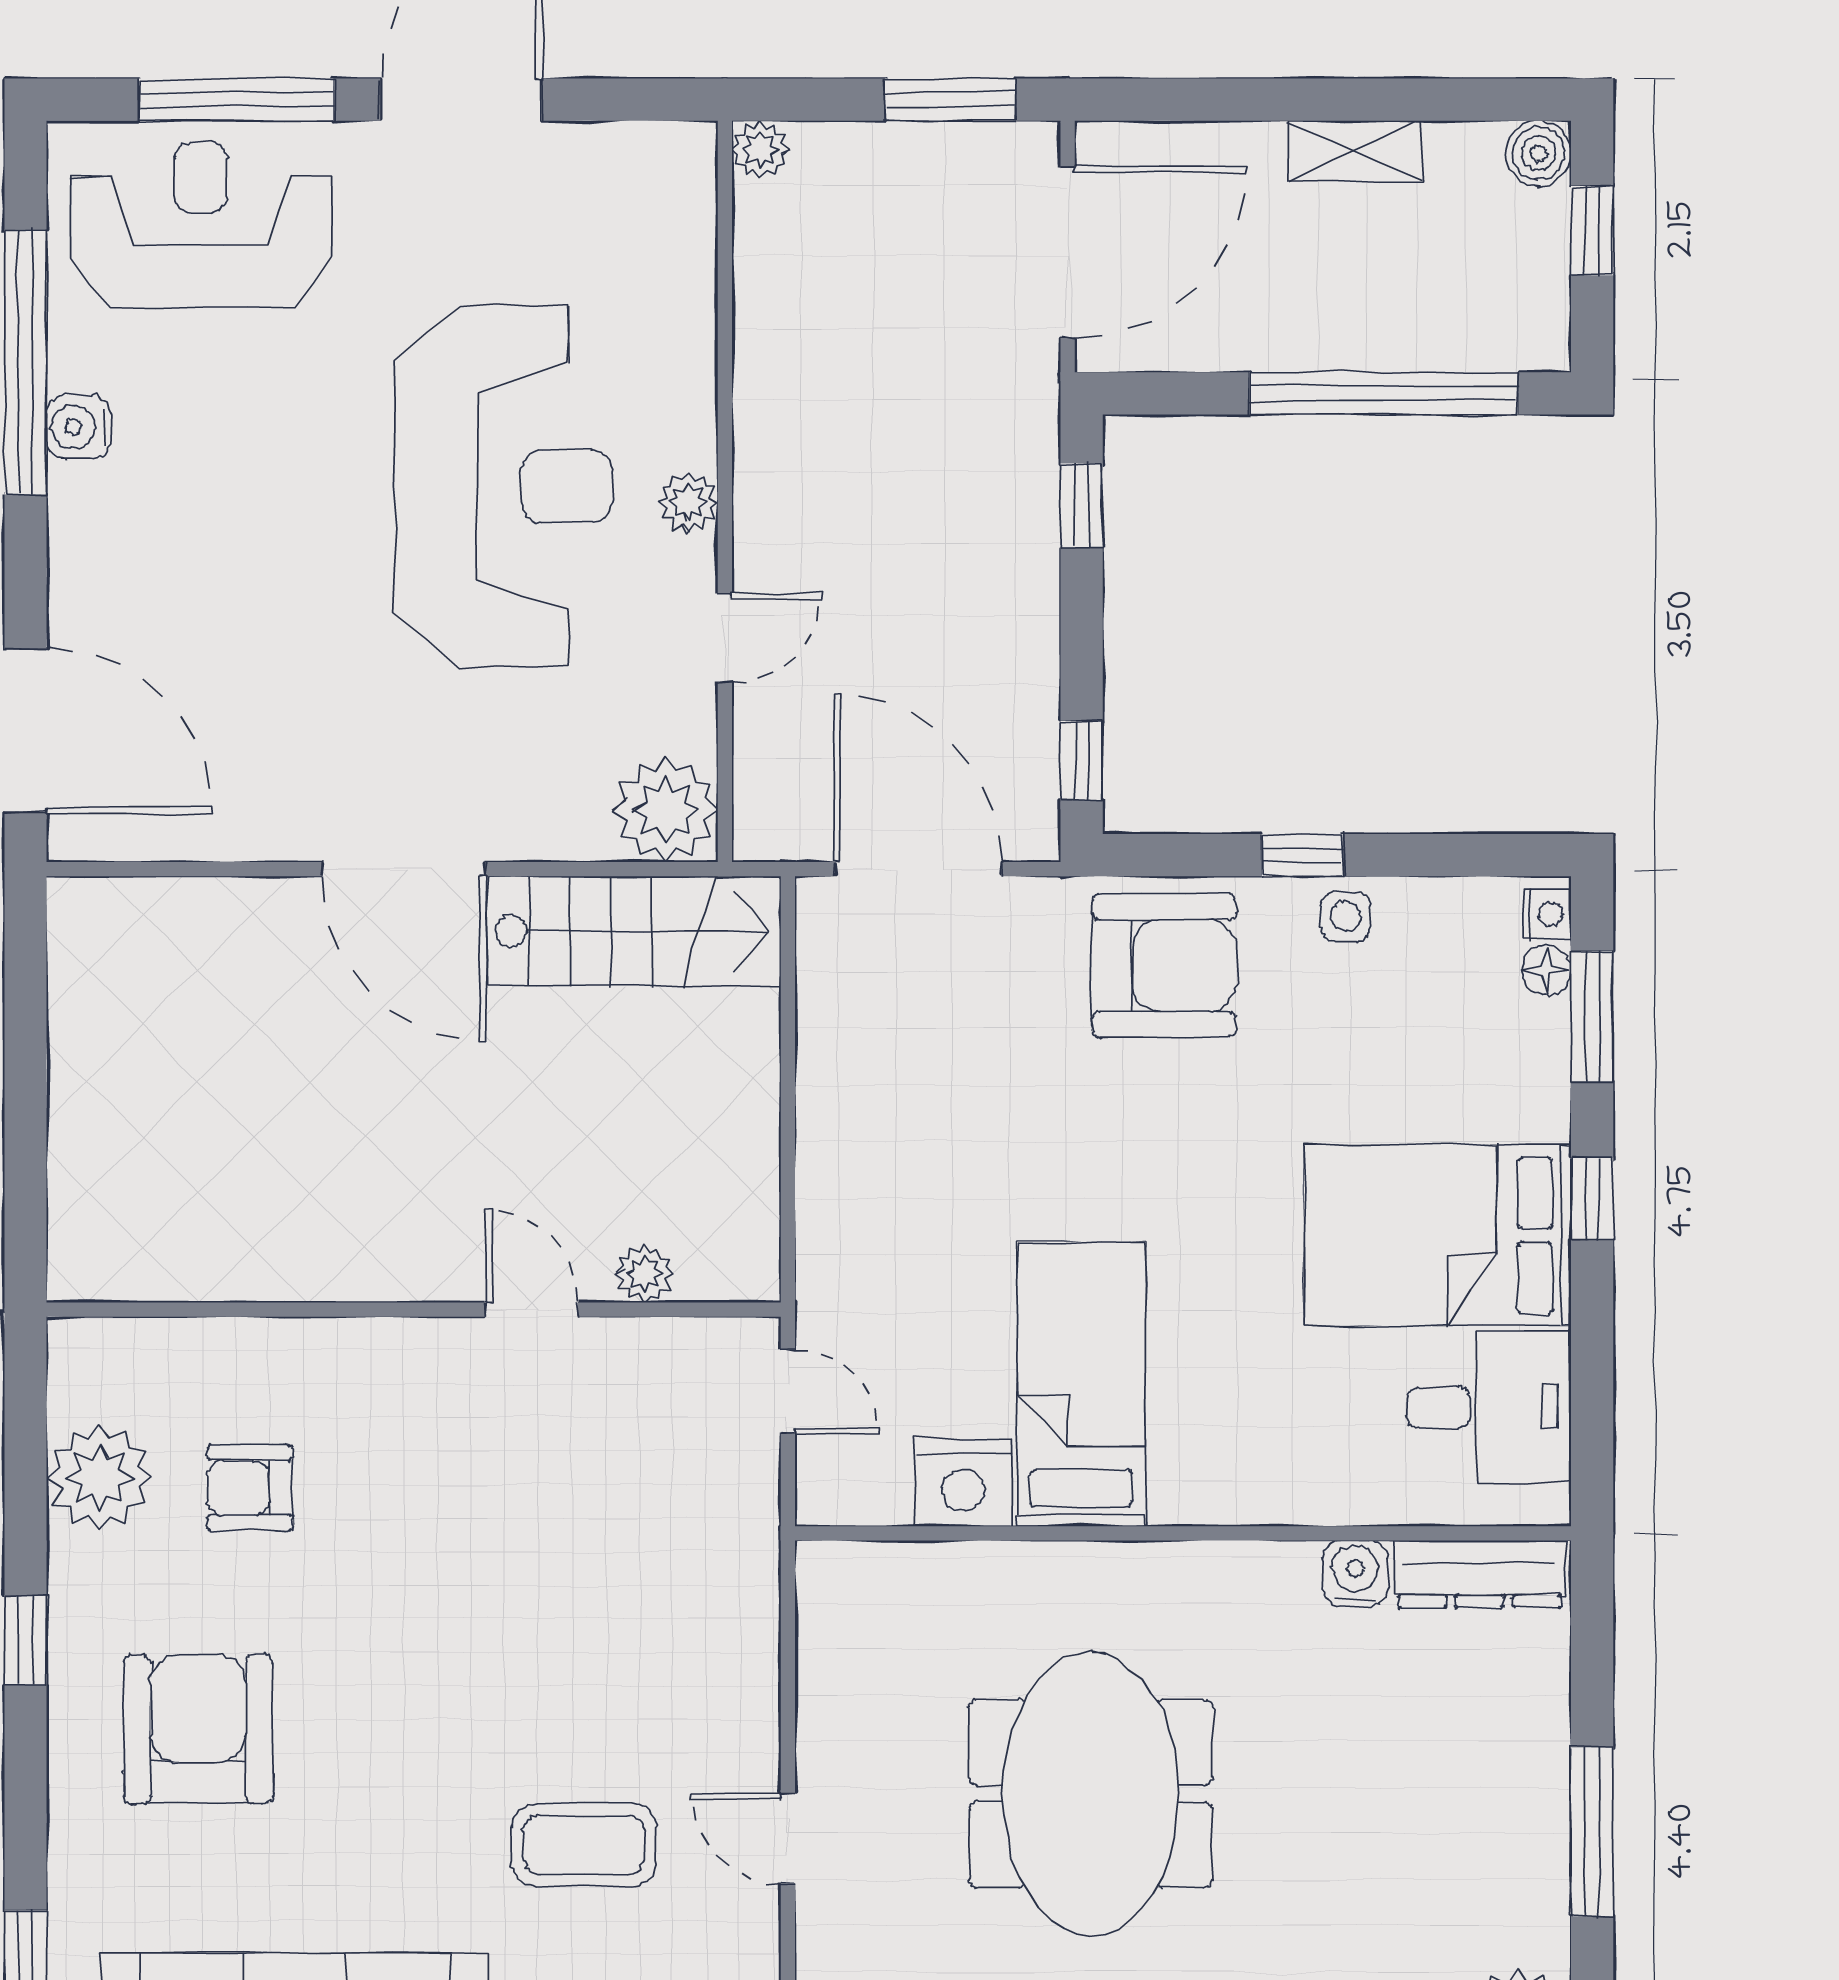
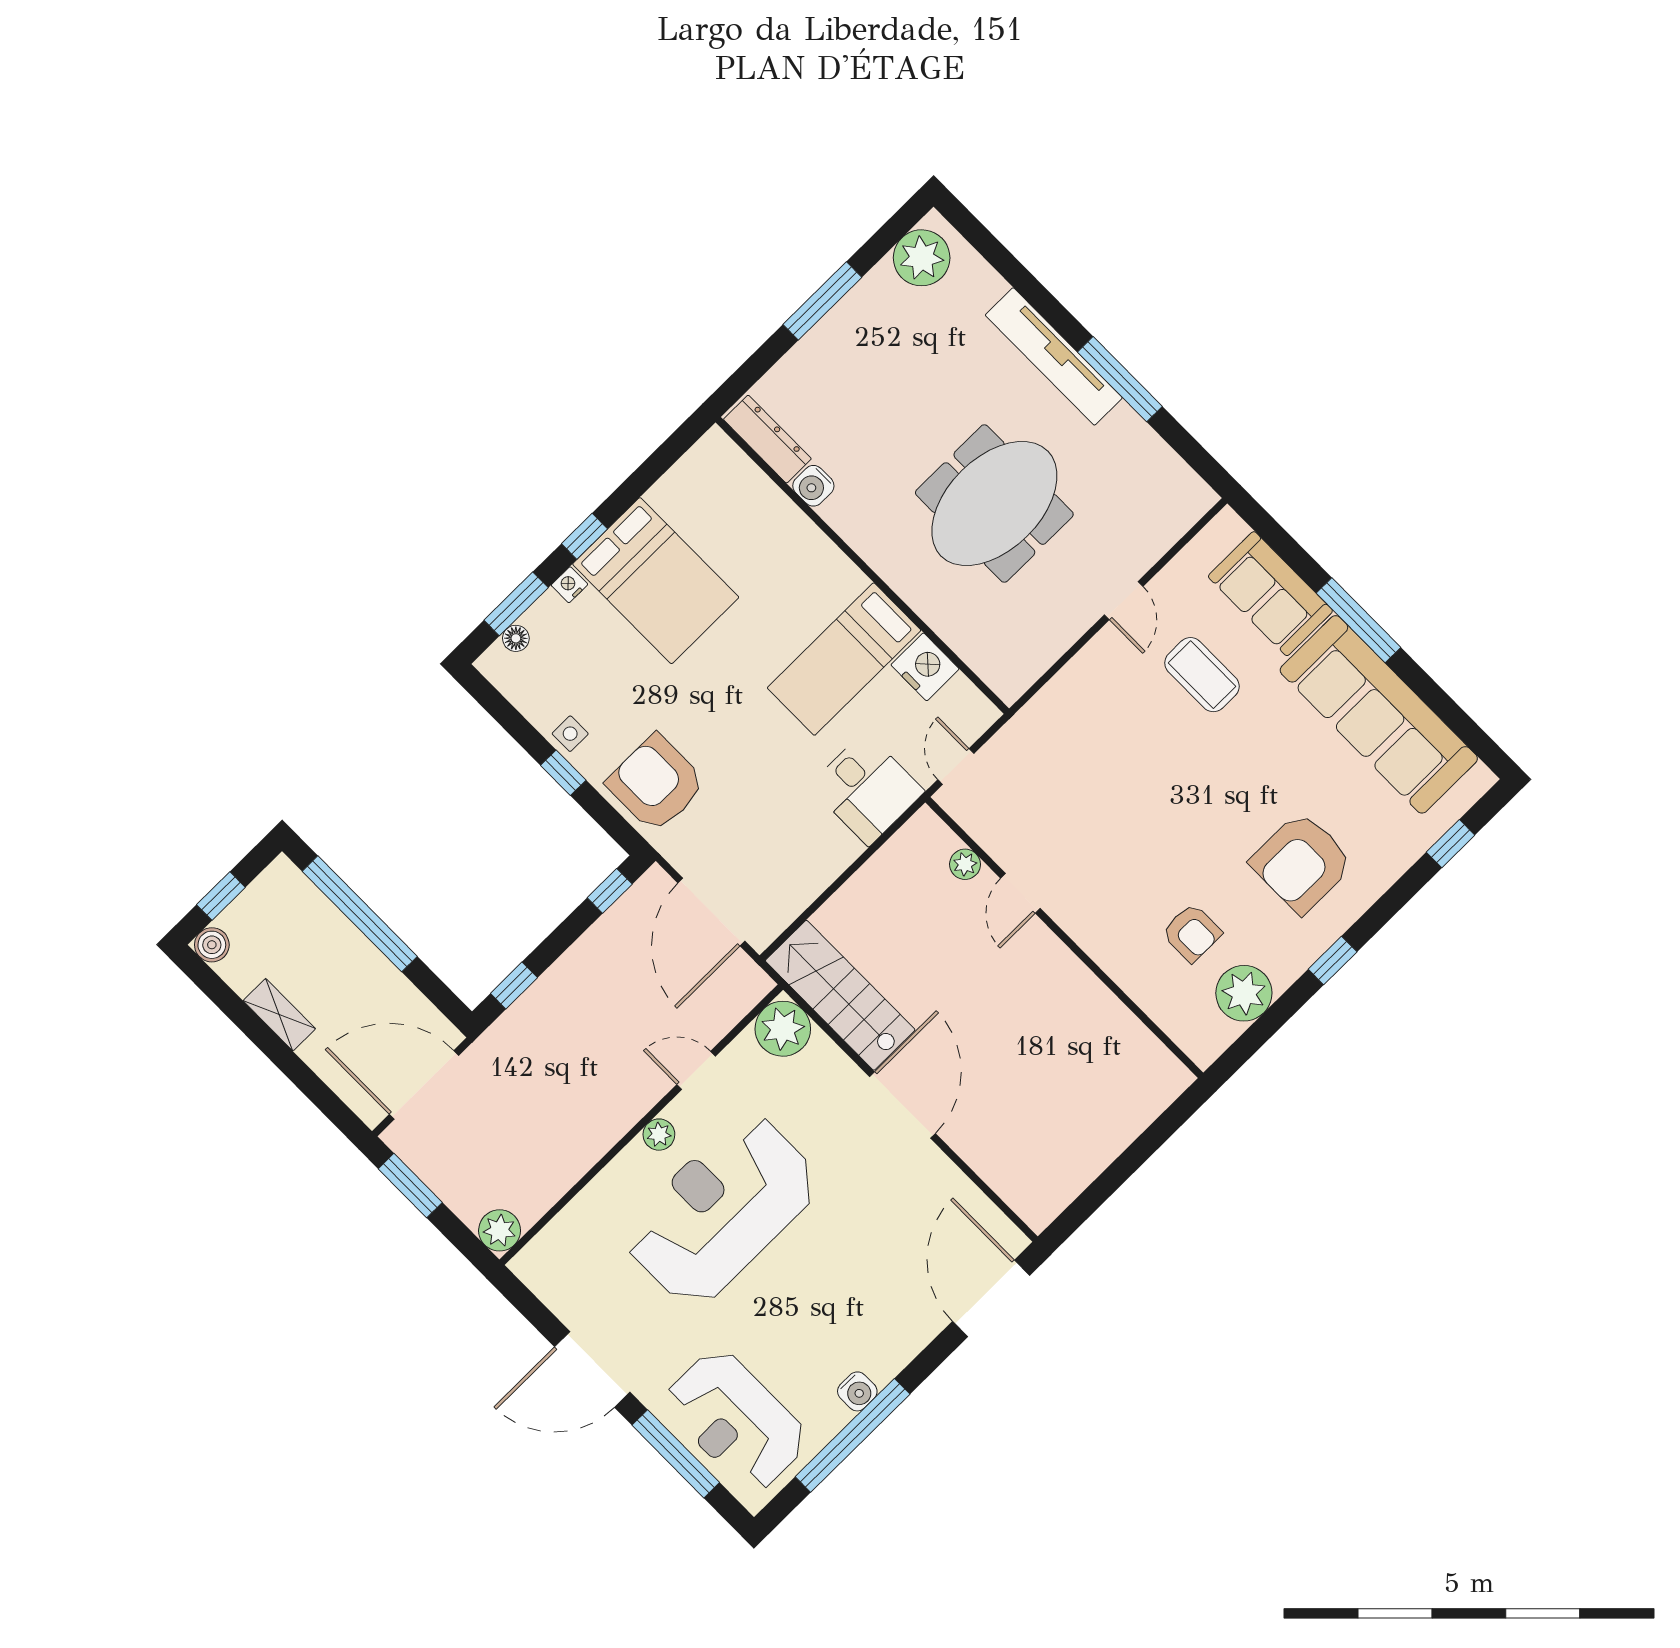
plant: (761, 149) -> (500, 1230), width x1.38, depth x1.38
nightstand: (1547, 914) -> (569, 585), moved
desk: (1489, 1407) -> (867, 789), moved, turned 180

